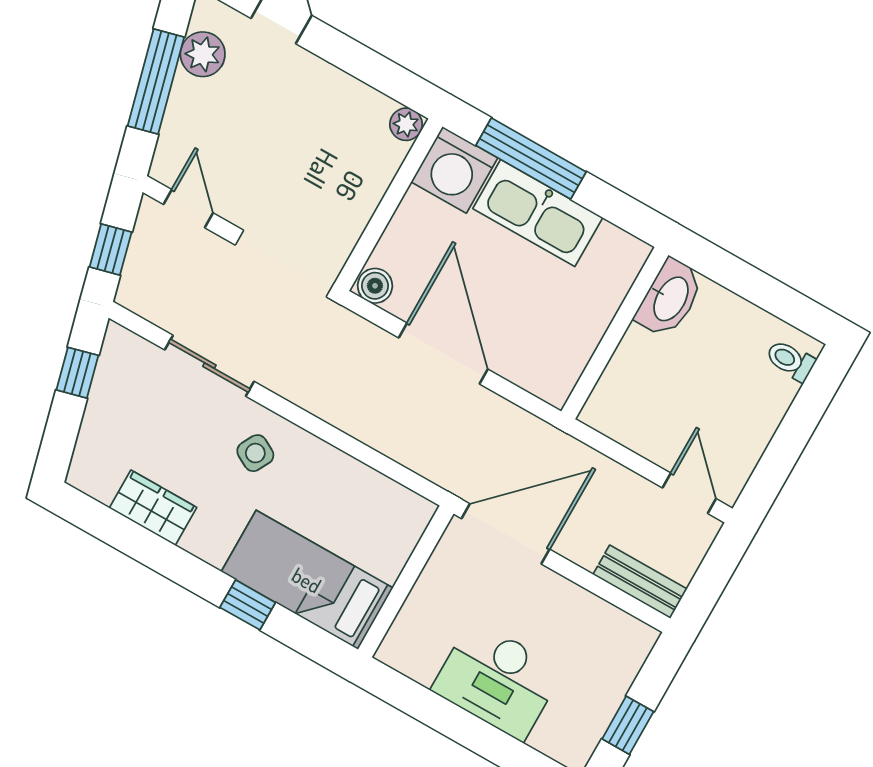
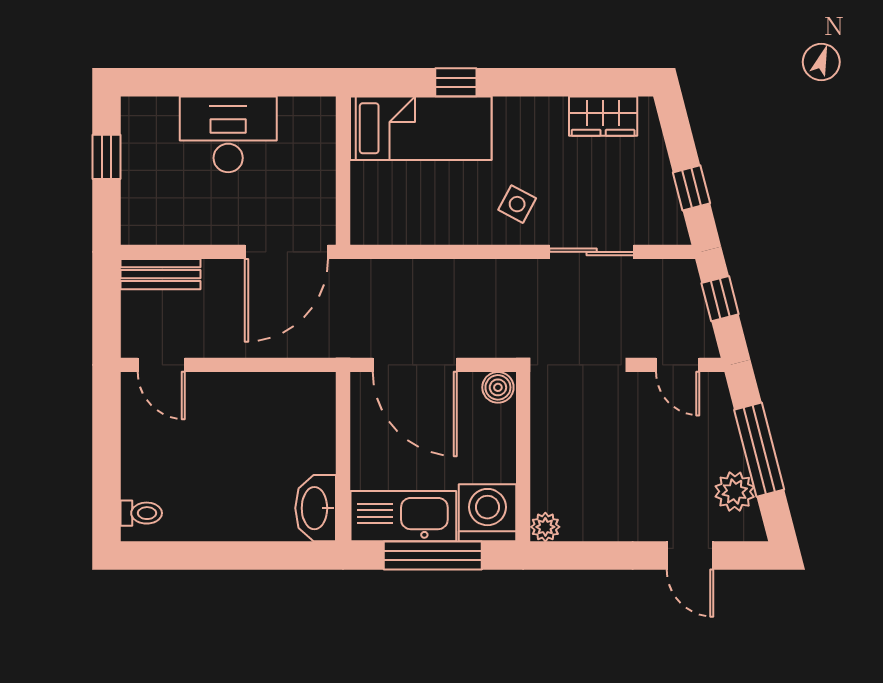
washbasin: (670, 298) -> (316, 508), moved
wall: (615, 333) -> (343, 457), moved
wardrobe: (153, 508) -> (603, 116), moved

